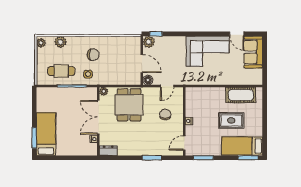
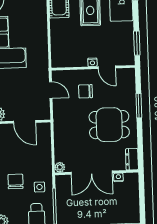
door: (142, 64) -> (25, 122), swing flipped
floor lamp: (148, 80) -> (44, 114), removed
dining table: (129, 105) -> (109, 125), moved
door: (184, 143) -> (107, 67), moved

